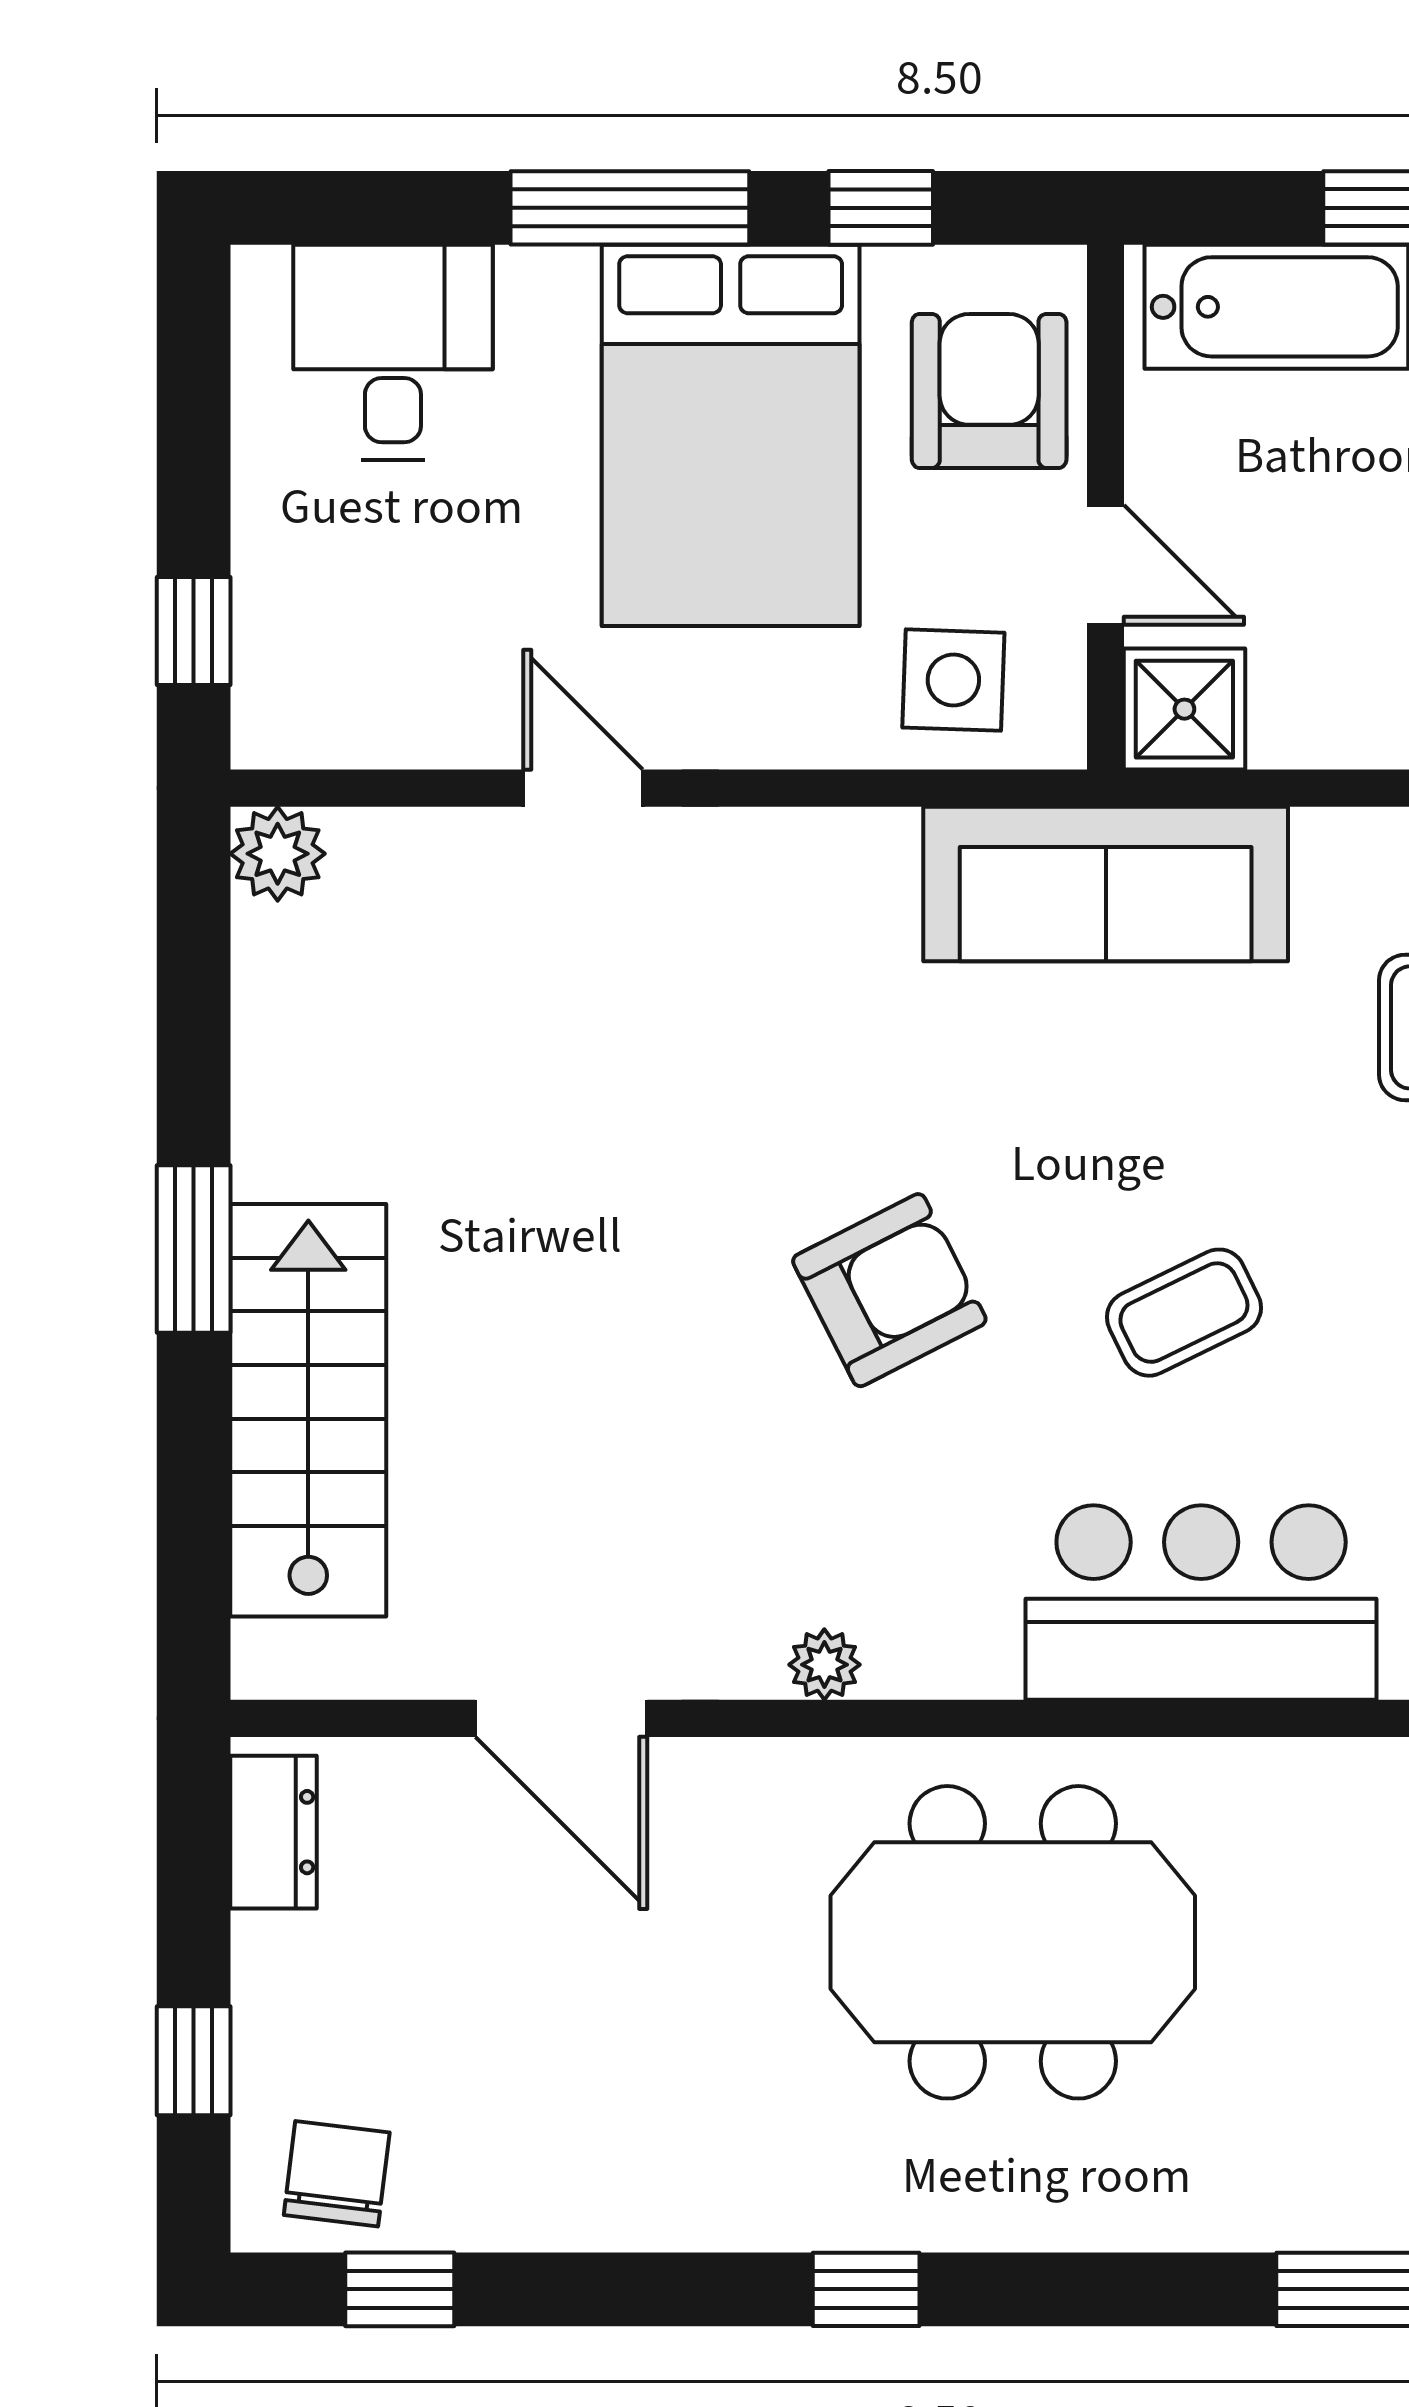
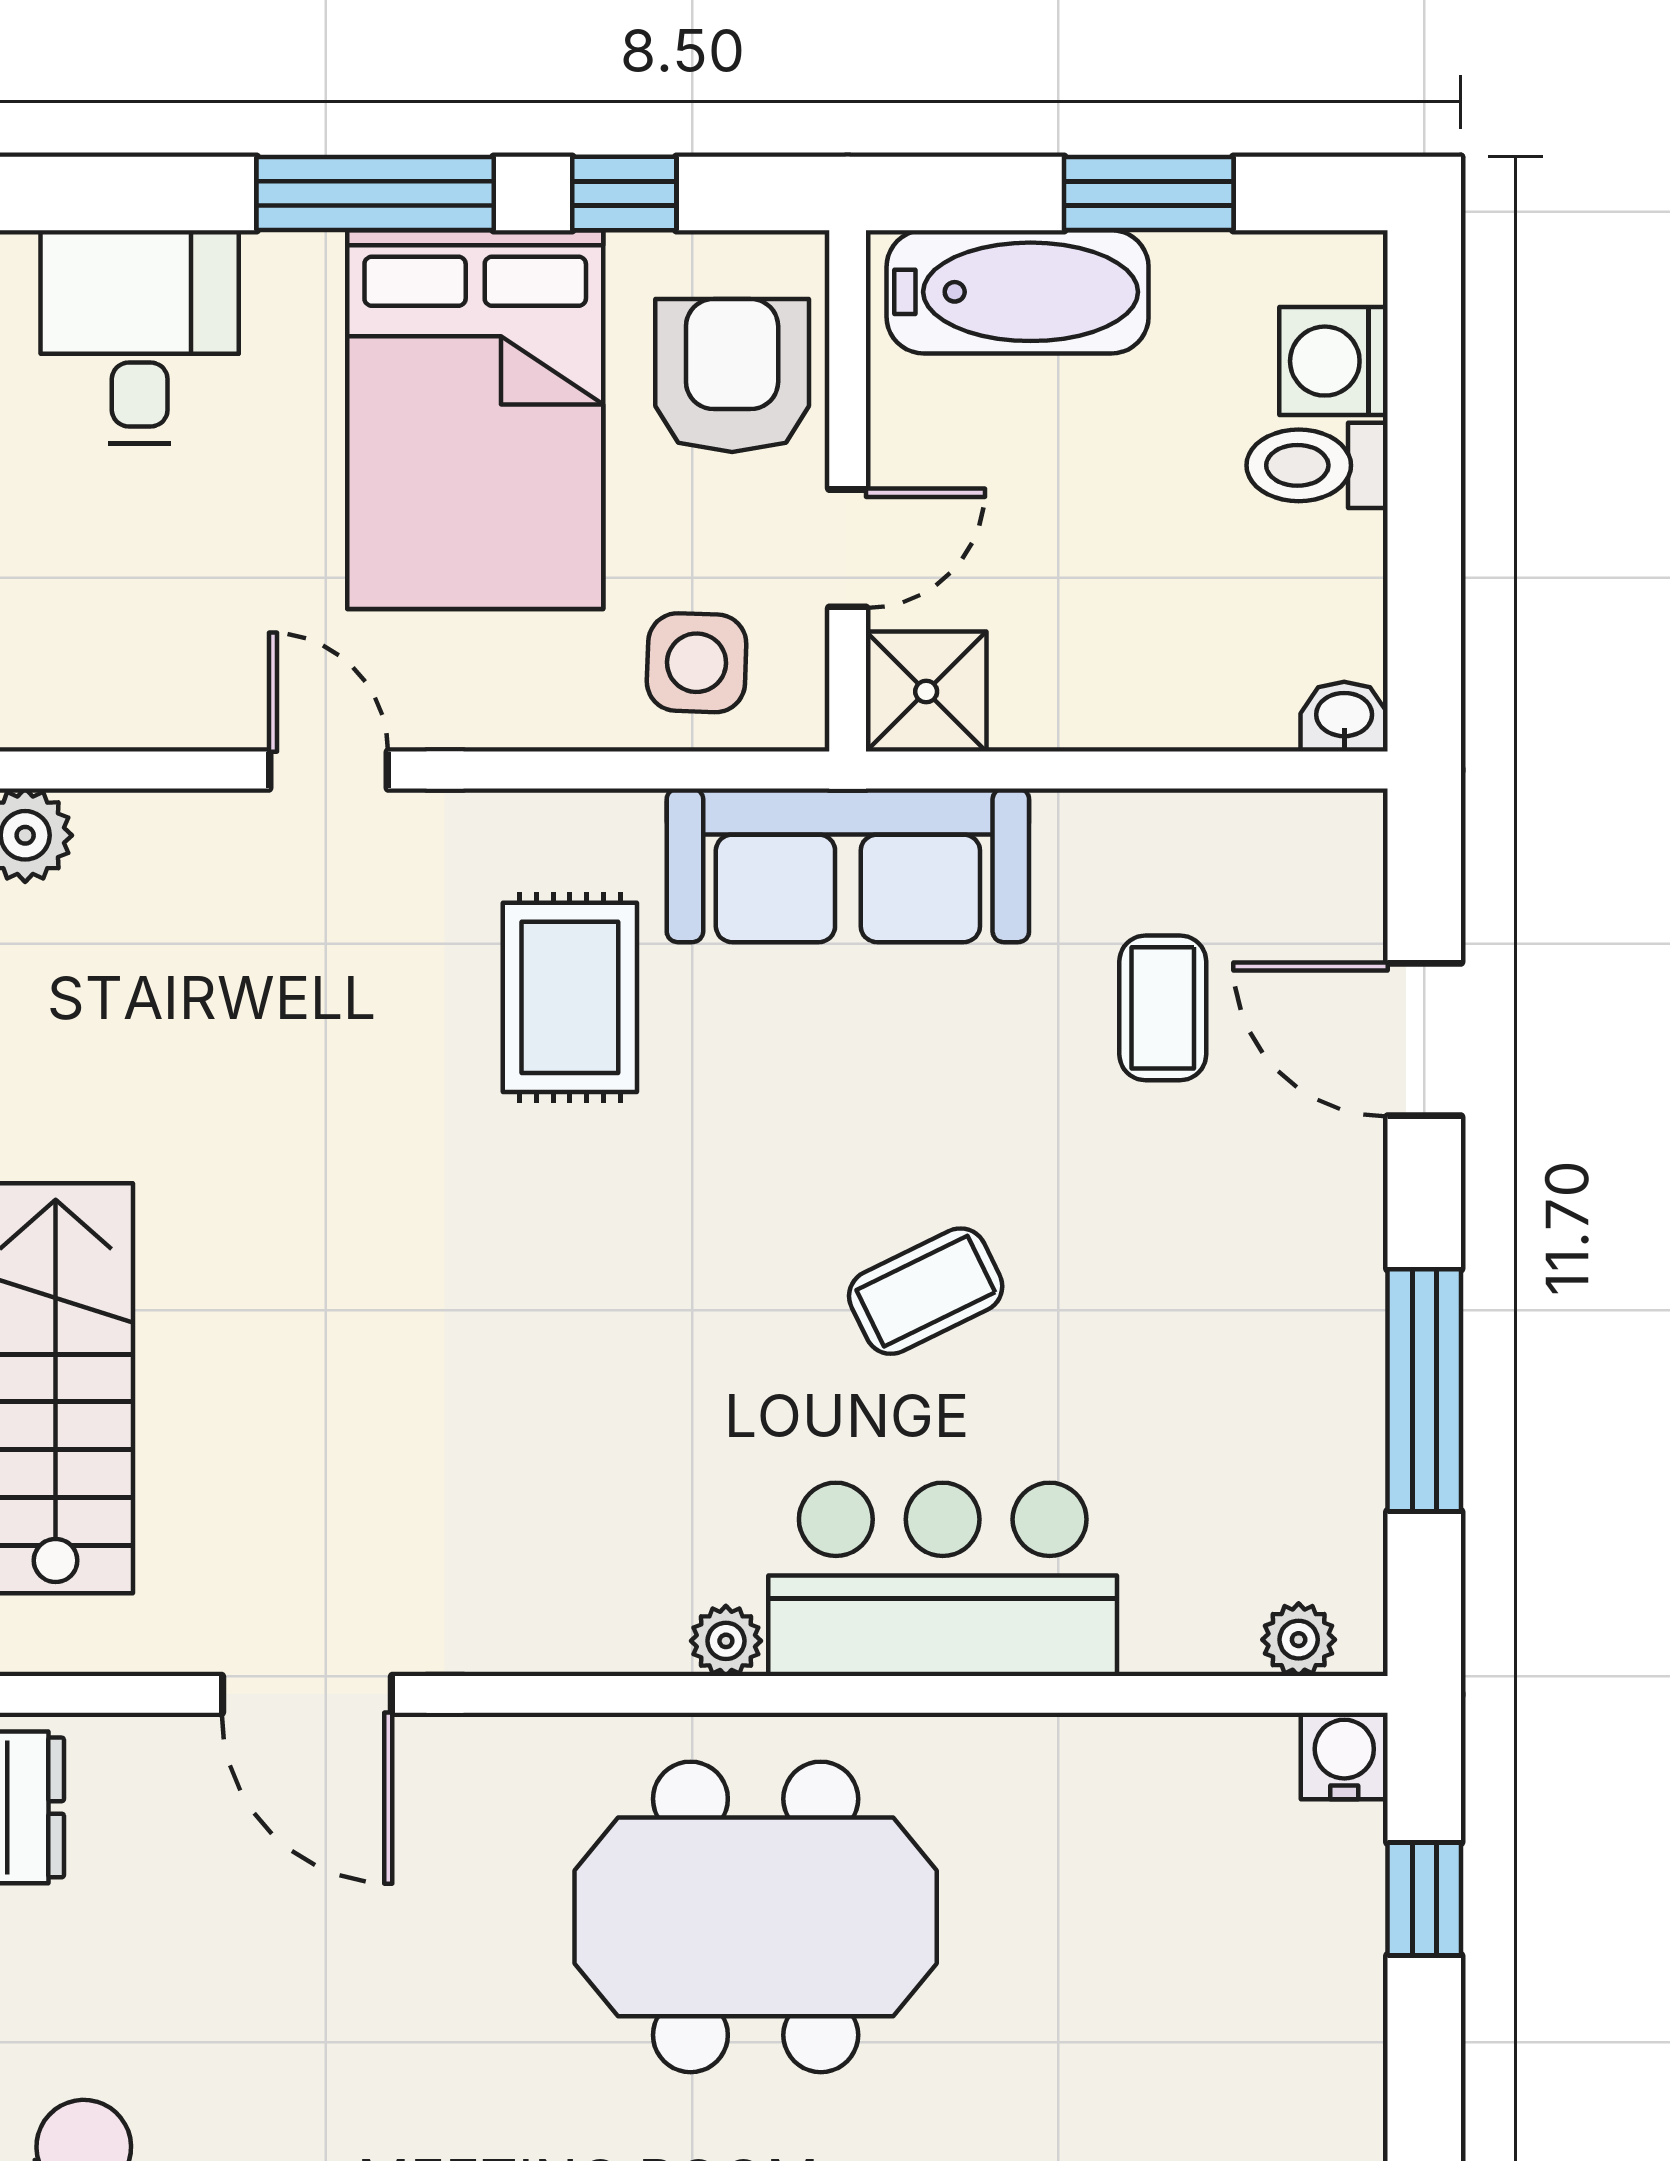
door: (1105, 565) -> (848, 548), hinge flipped
rug: (826, 1017) -> (570, 997), added
armchair: (889, 1290) -> (633, 1269), removed
plant: (824, 1665) -> (726, 1641), moved

